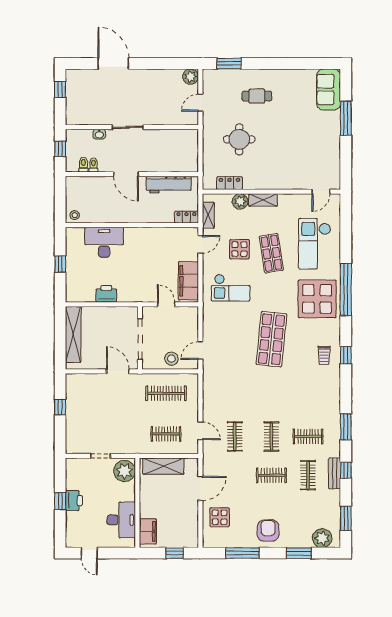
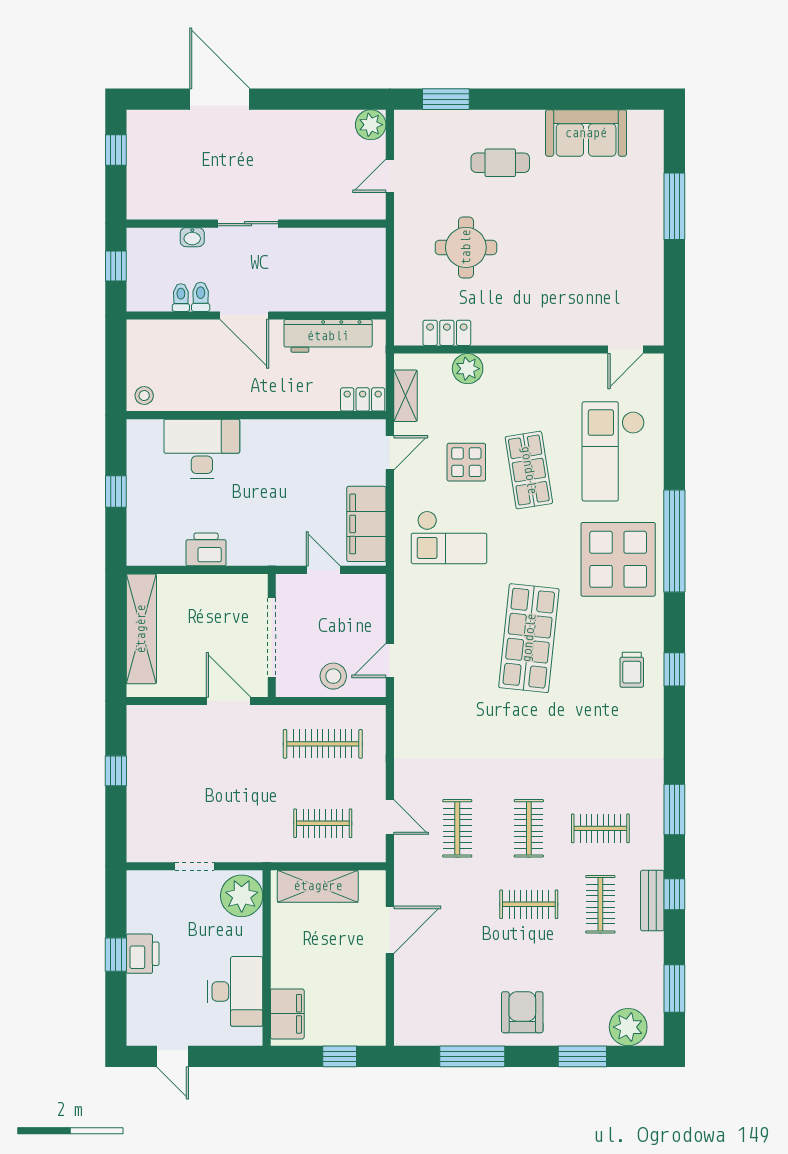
sofa: (329, 90) -> (586, 133), moved, turned -90
toilet: (83, 165) -> (201, 297), moved
shelving: (263, 200) -> (512, 366), removed
display table: (220, 517) -> (428, 986), removed

